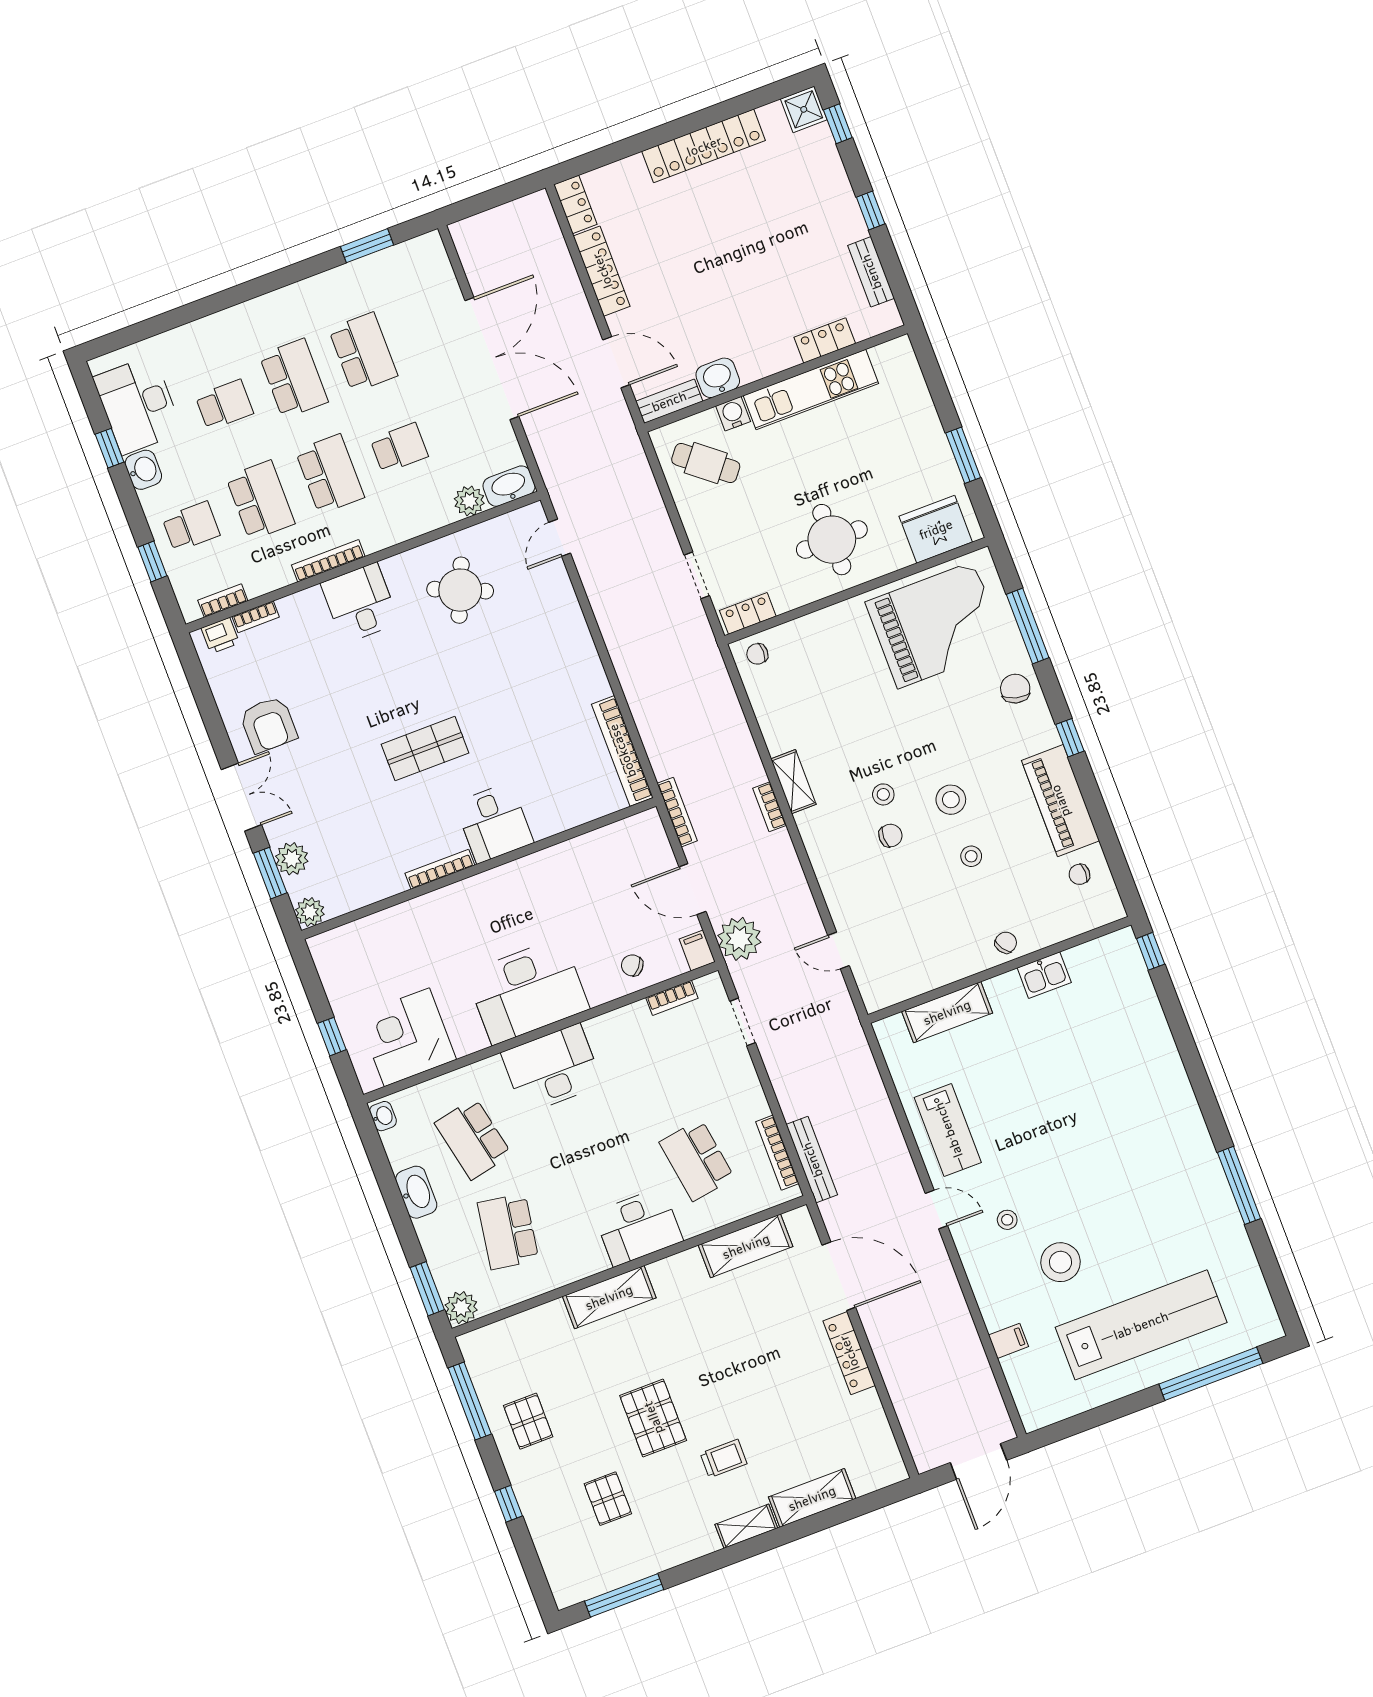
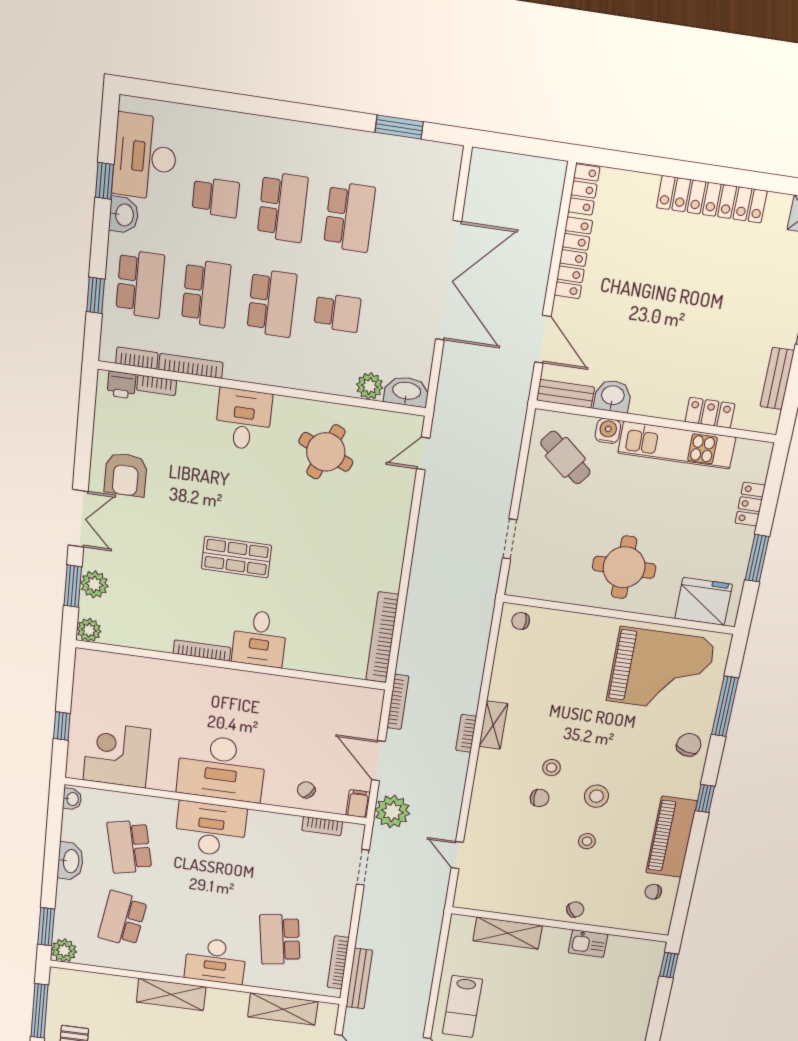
school desk: (191, 527) -> (140, 284), width x1.85
bookcase: (328, 561) -> (191, 366), moved
locker: (748, 613) -> (750, 504), moved, turned -90

